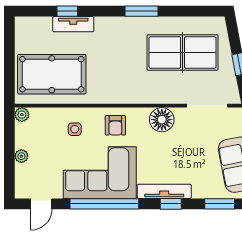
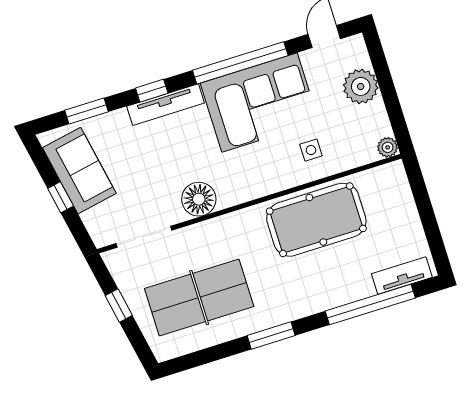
window: (67, 11) -> (370, 305), width x3.17
tv unit: (73, 24) -> (402, 275), moved
pool table: (52, 74) -> (316, 220), moved
armchair: (115, 125) -> (258, 172), removed
plant: (21, 156) -> (361, 86), width x1.88, depth x1.88

